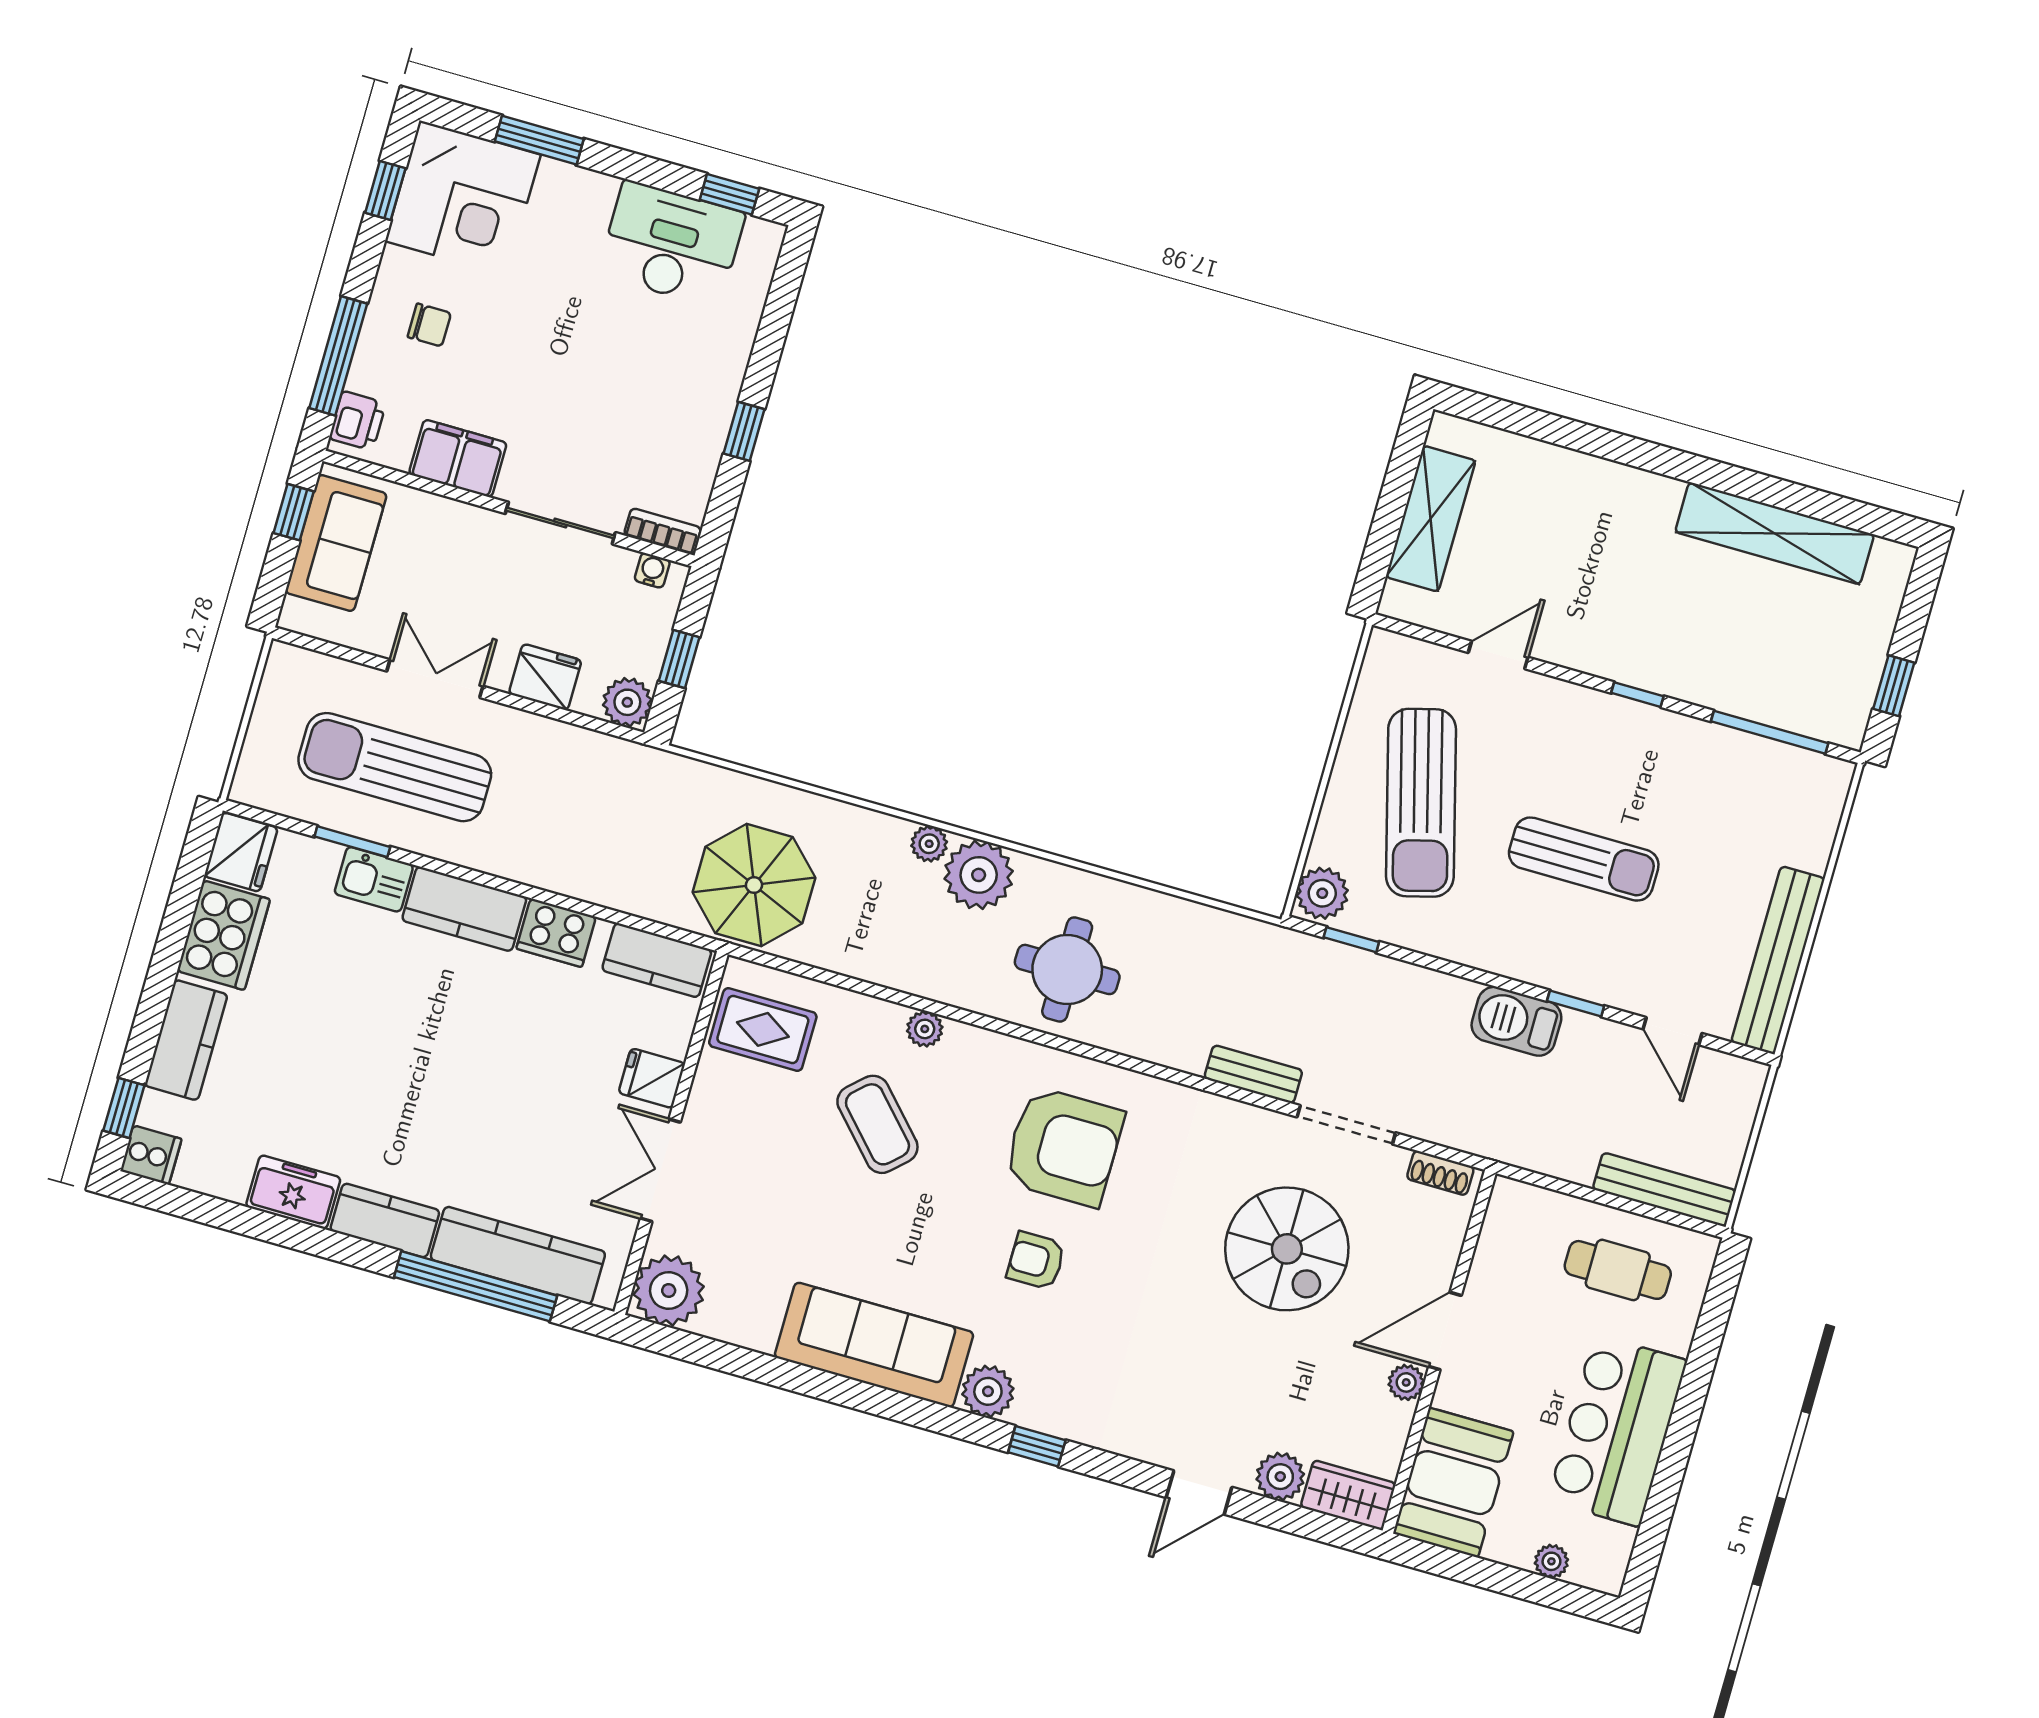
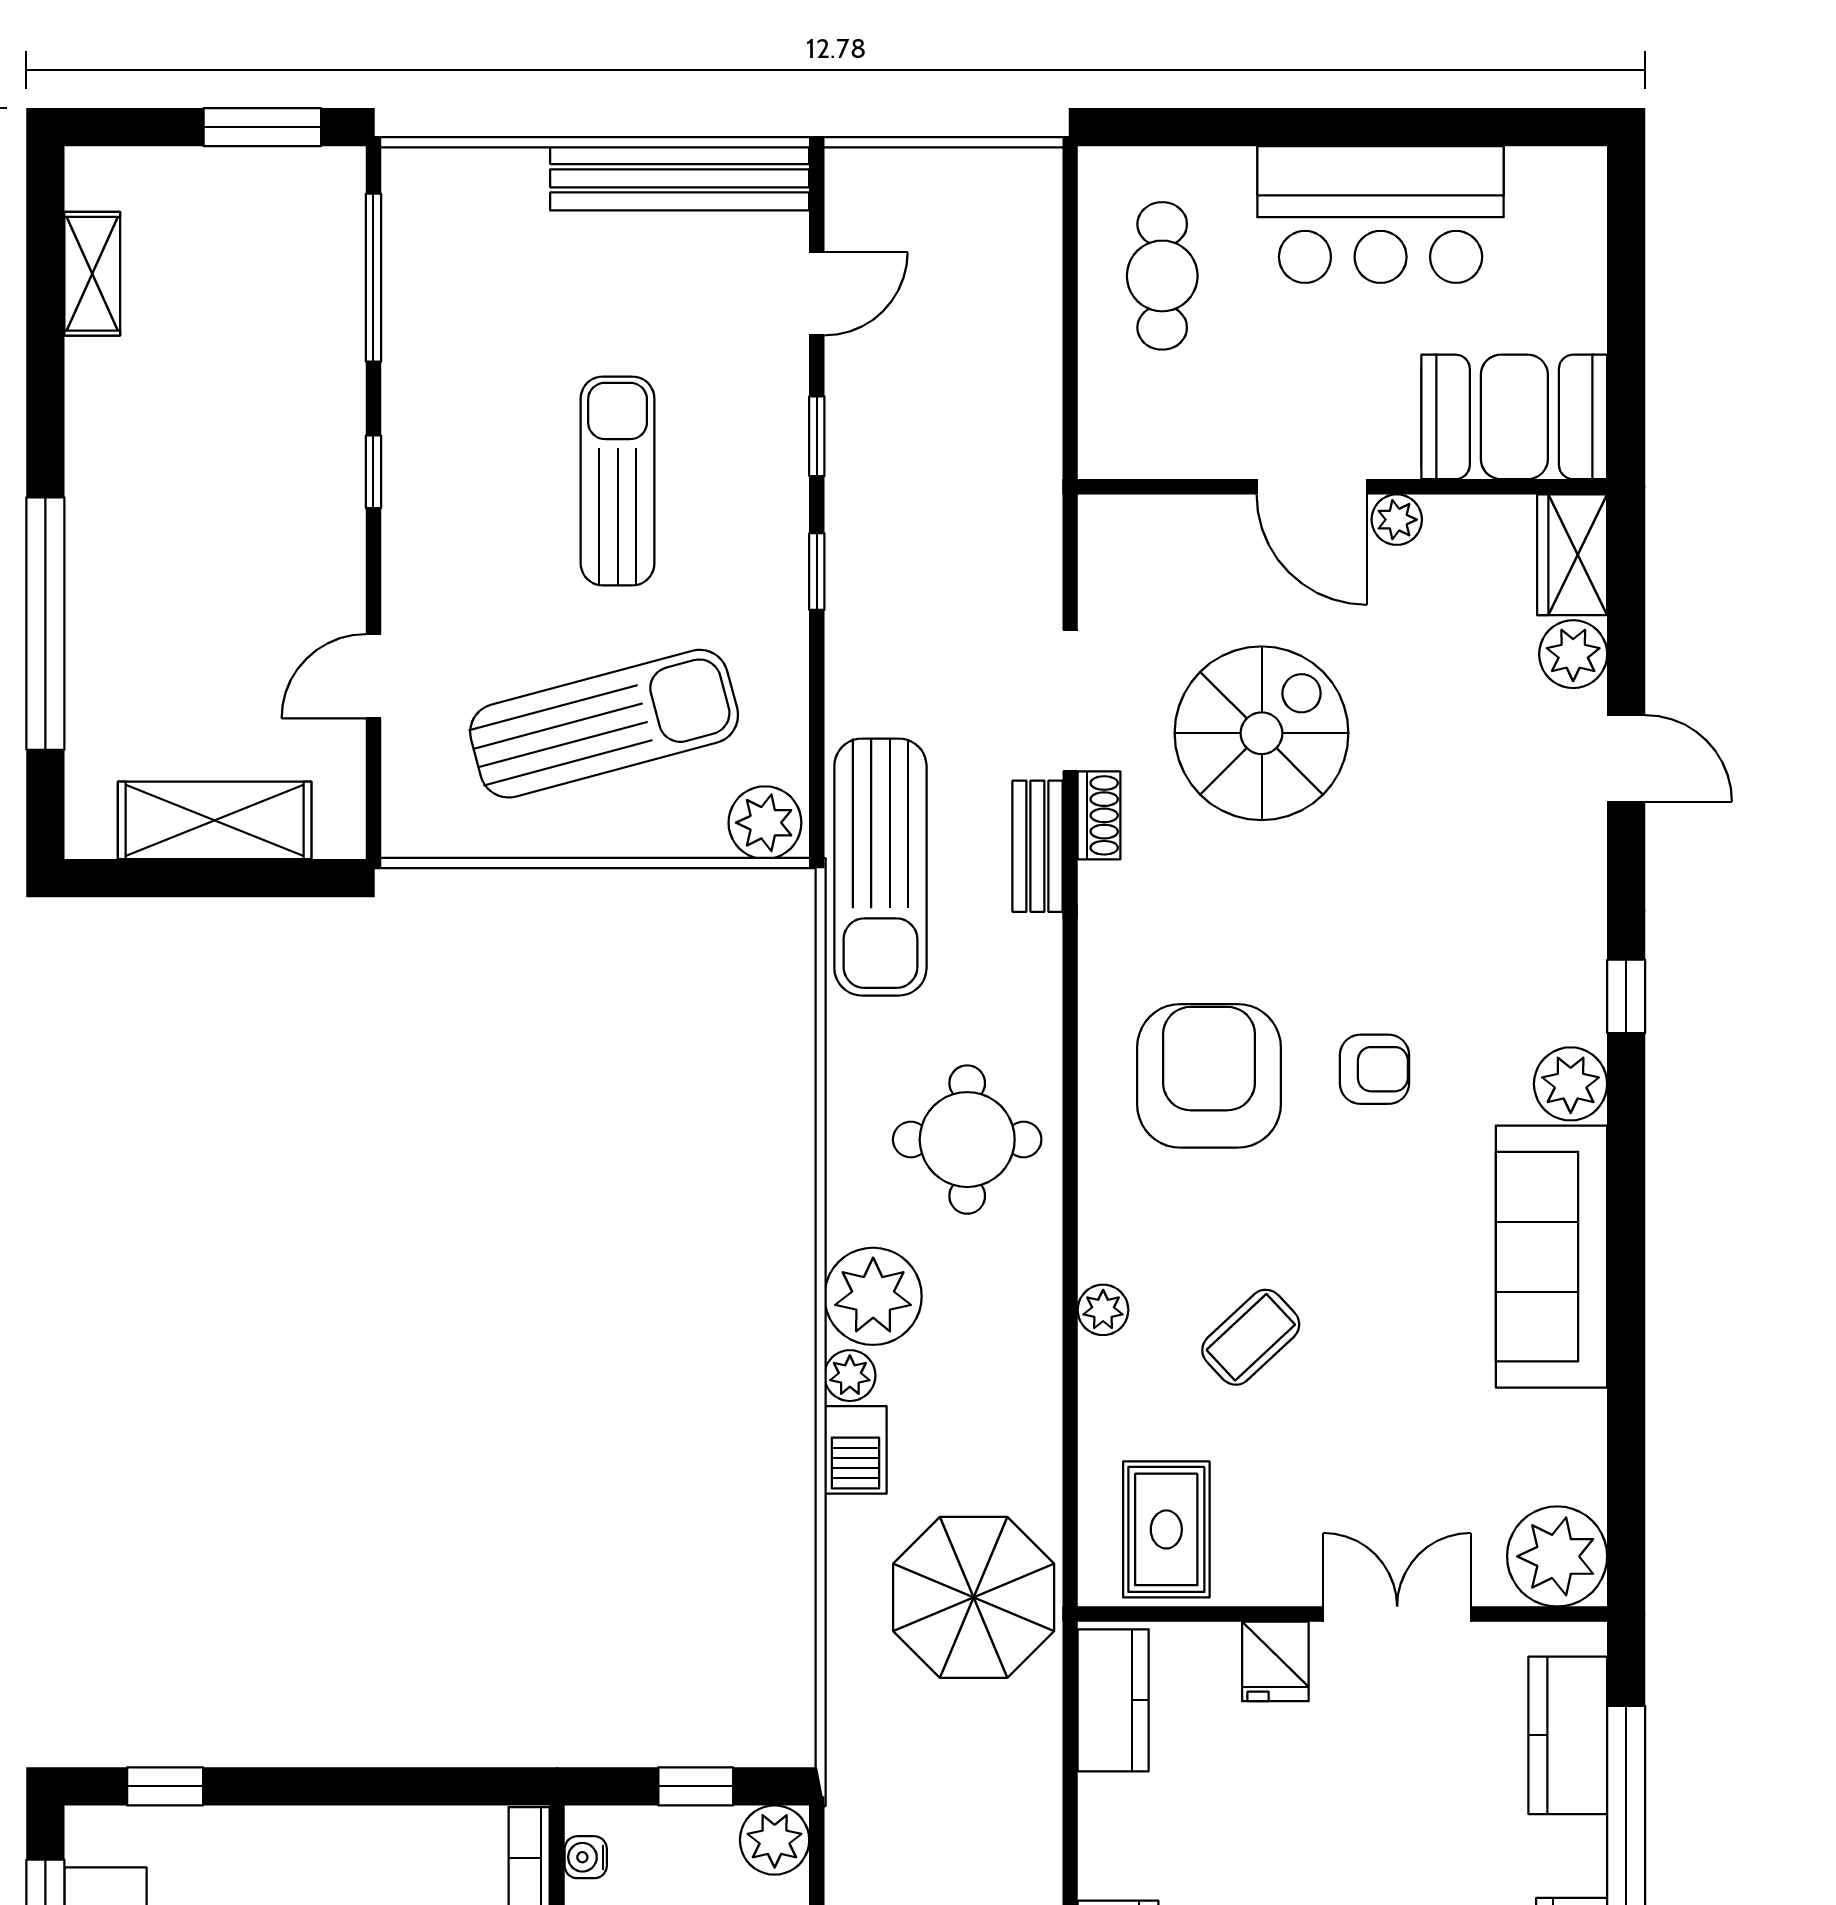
window: (744, 431) -> (165, 1786), moved
window: (1598, 442) -> (45, 624), added
shelving: (1775, 533) -> (92, 274), width x0.45, depth x0.75
door: (1498, 655) -> (373, 676), hinge flipped
window: (1894, 686) -> (262, 127), width x1.50
cooker: (556, 933) -> (1115, 1848), removed
window: (1351, 940) -> (817, 572), moved
sun lounger: (1270, 963) -> (880, 867), added
barbecue: (1516, 1021) -> (855, 1450), moved, width x0.73, depth x0.79
coffee table: (877, 1124) -> (1251, 1337), width x0.73, depth x0.77
double door: (660, 1170) -> (1397, 1614), swing flipped
shoe rack: (1440, 1173) -> (1099, 815), moved
bench: (1664, 1190) -> (1035, 244), removed
kitchen counter: (518, 1255) -> (1568, 1735), width x0.67
armchair: (1036, 1261) -> (1375, 1069), turned -90
plant: (1551, 1561) -> (1583, 253), removed

